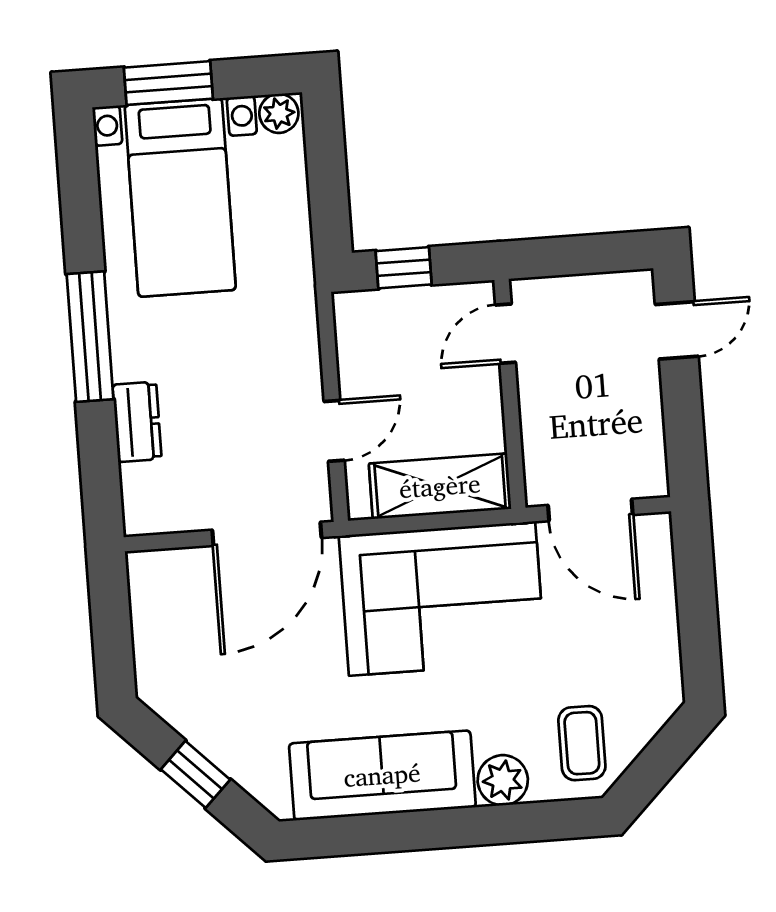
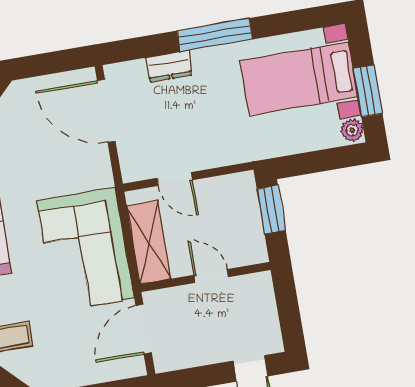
window: (168, 83) -> (368, 91), moved
window: (404, 268) -> (271, 210), width x1.50
door: (506, 334) -> (211, 276), moved
door: (267, 534) -> (106, 111), moved

